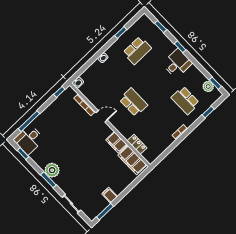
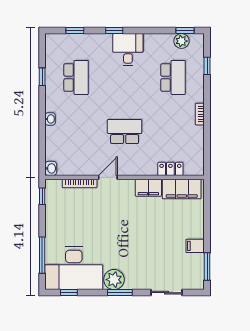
school desk: (185, 100) -> (173, 77), turned -90
desk: (29, 139) -> (74, 268), width x1.87, depth x1.30

